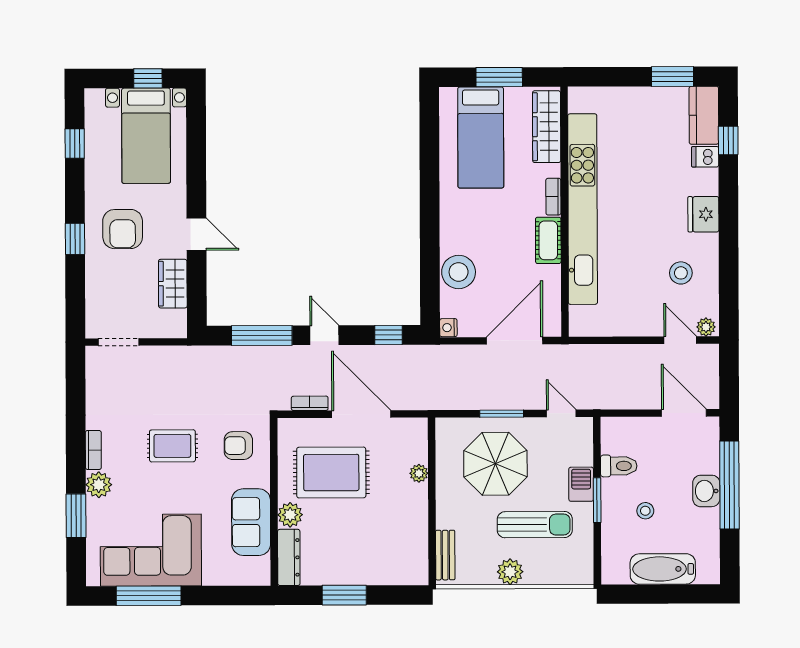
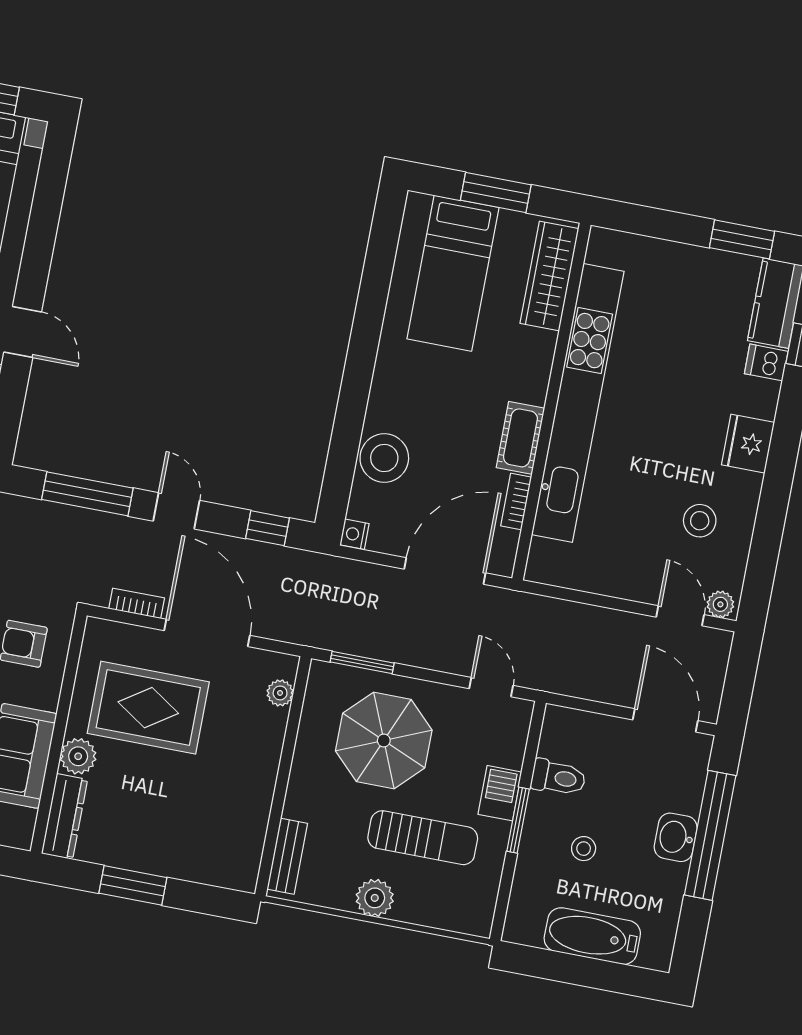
bookcase: (553, 197) -> (516, 501), moved
window: (502, 414) -> (362, 663), moved
plant: (419, 473) -> (280, 693), moved

